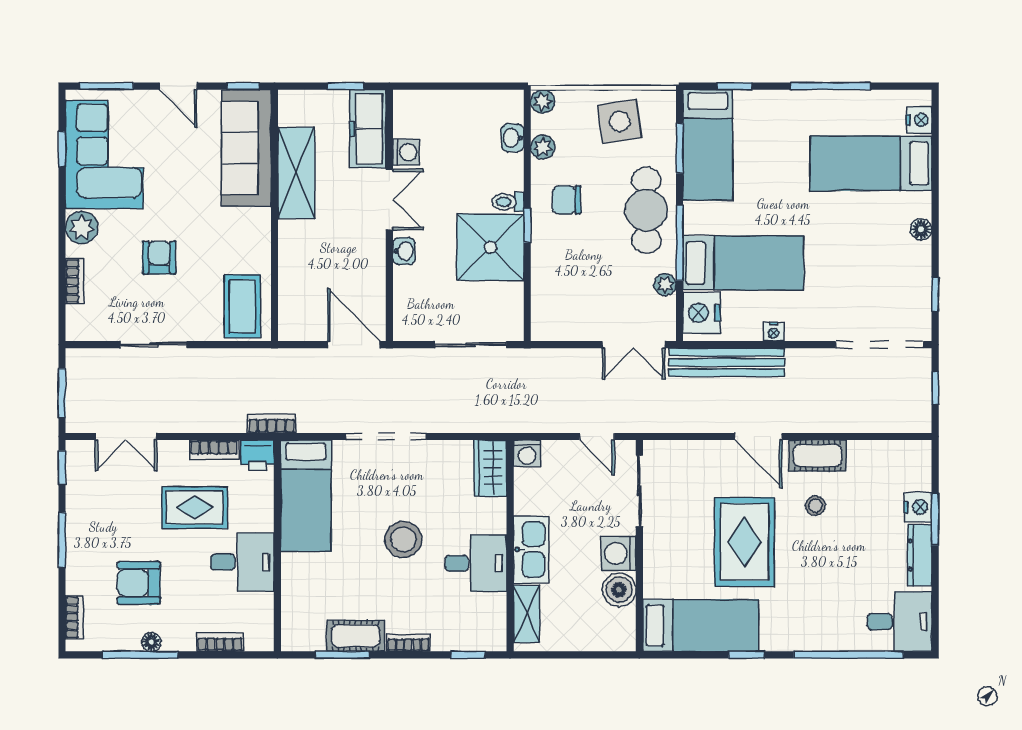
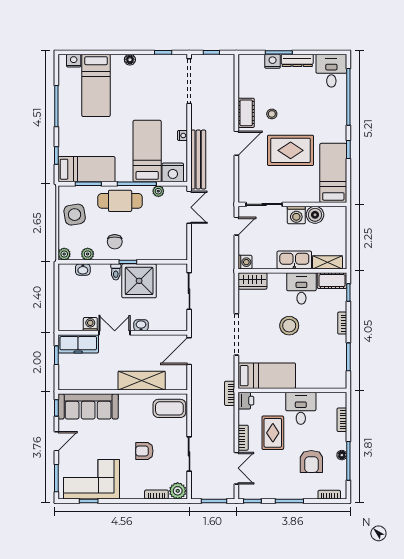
shelving: (296, 173) -> (142, 381), moved
plant: (82, 228) -> (178, 491), moved
bookcase: (214, 450) -> (243, 438), moved
cot: (356, 636) -> (332, 281), moved, turned 90

